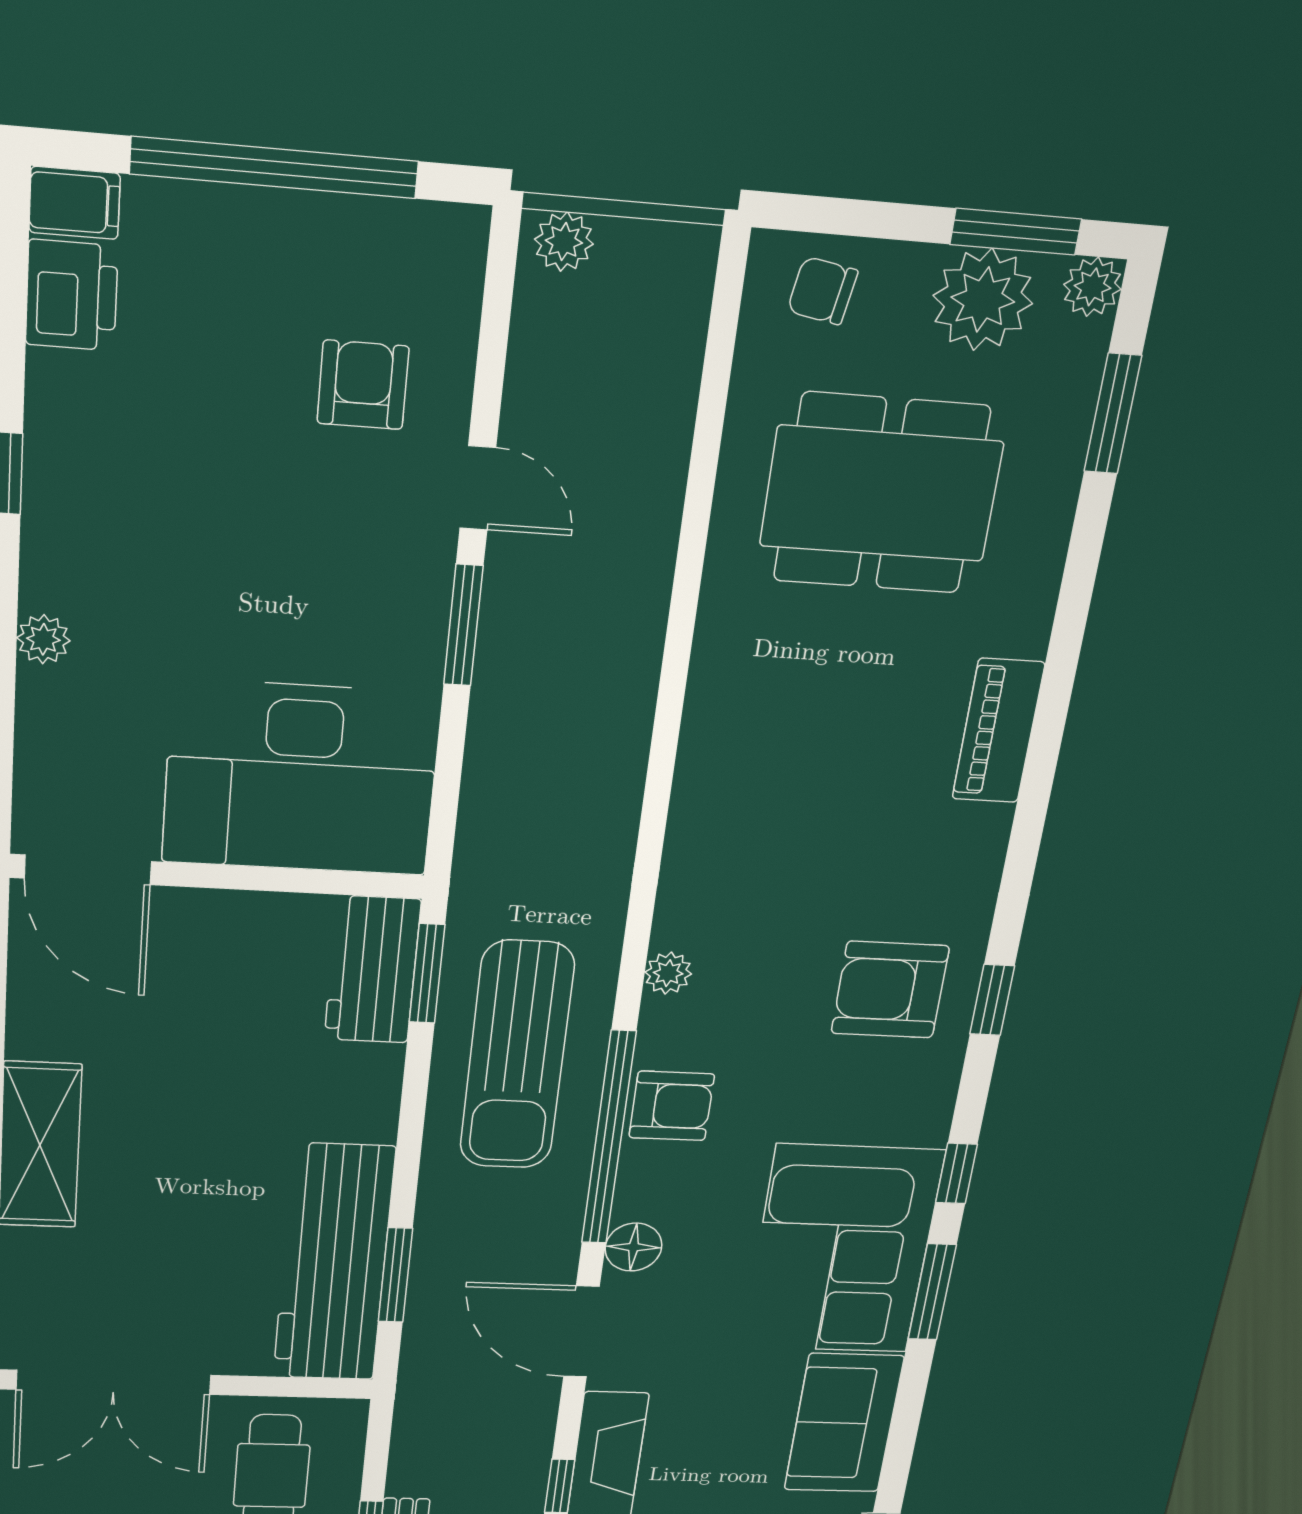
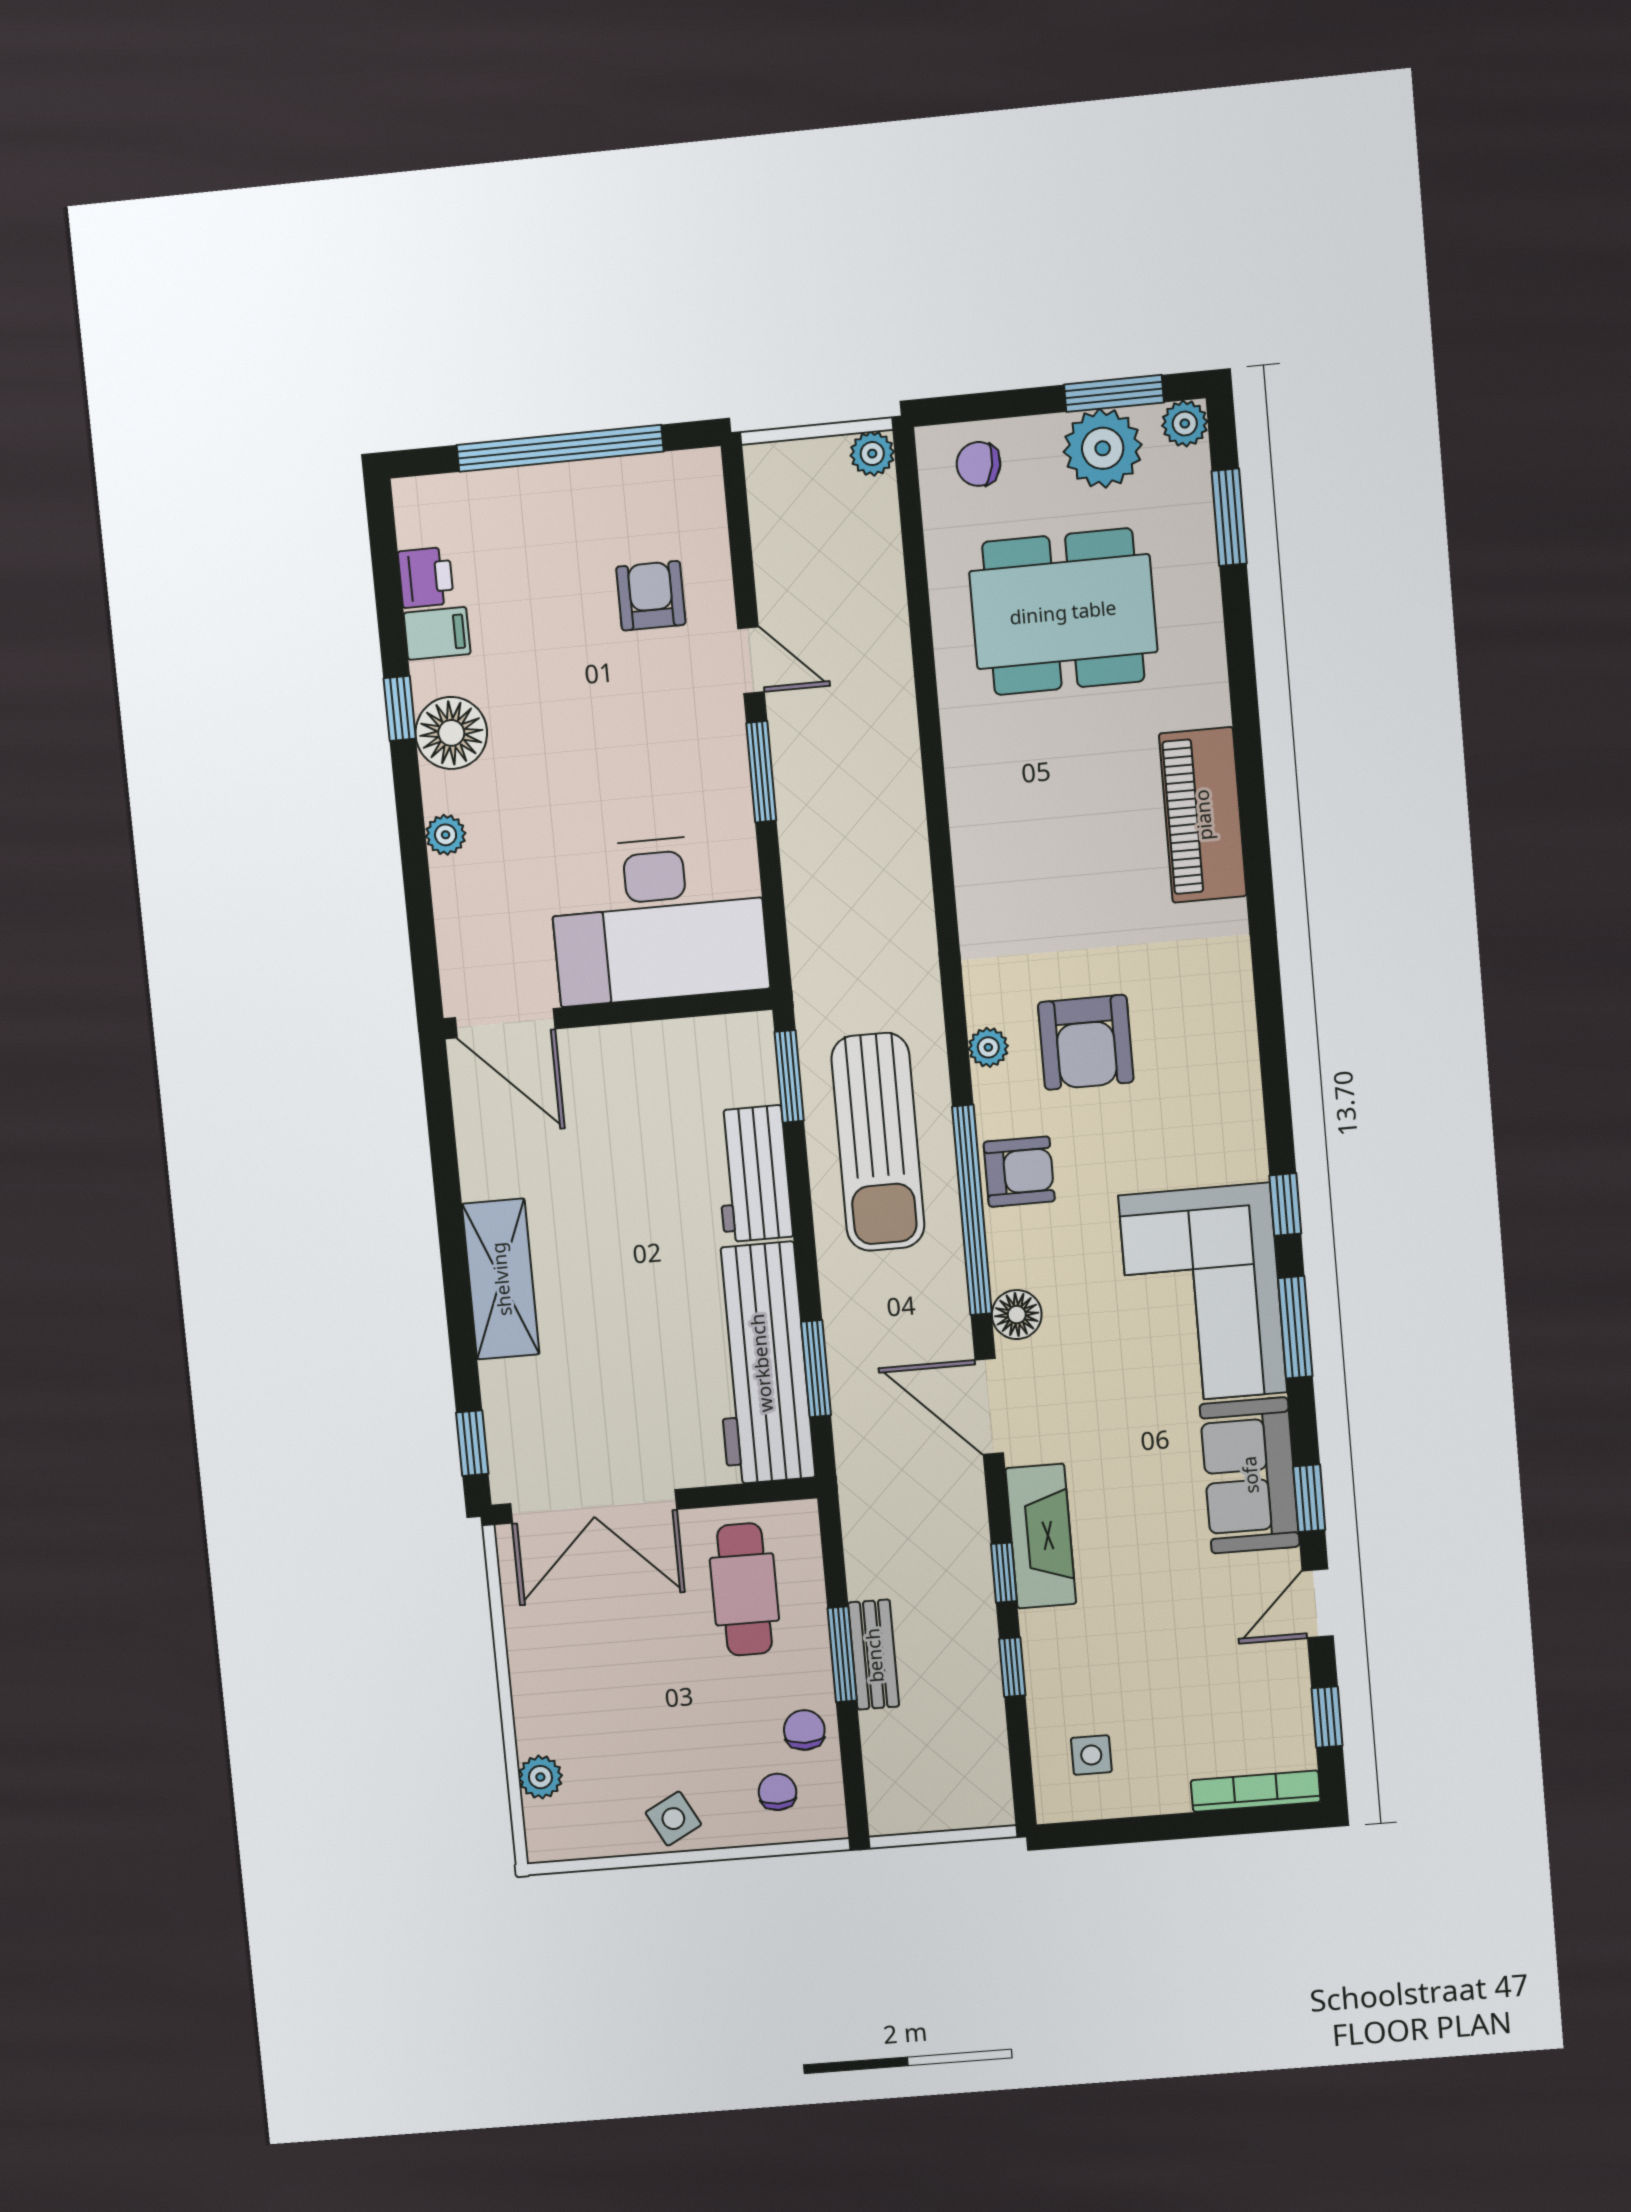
filing cabinet: (75, 203) -> (437, 633), moved
plant: (564, 242) -> (872, 454), moved
printer: (72, 295) -> (426, 577), width x0.73, depth x0.81
floor lamp: (69, 515) -> (451, 733), added
piano: (998, 731) -> (1203, 815), width x1.37, depth x1.33
workbench: (372, 970) -> (753, 1174), moved
armchair: (890, 990) -> (1086, 1042), moved, turned -90
window: (992, 1000) -> (1309, 1498), moved

